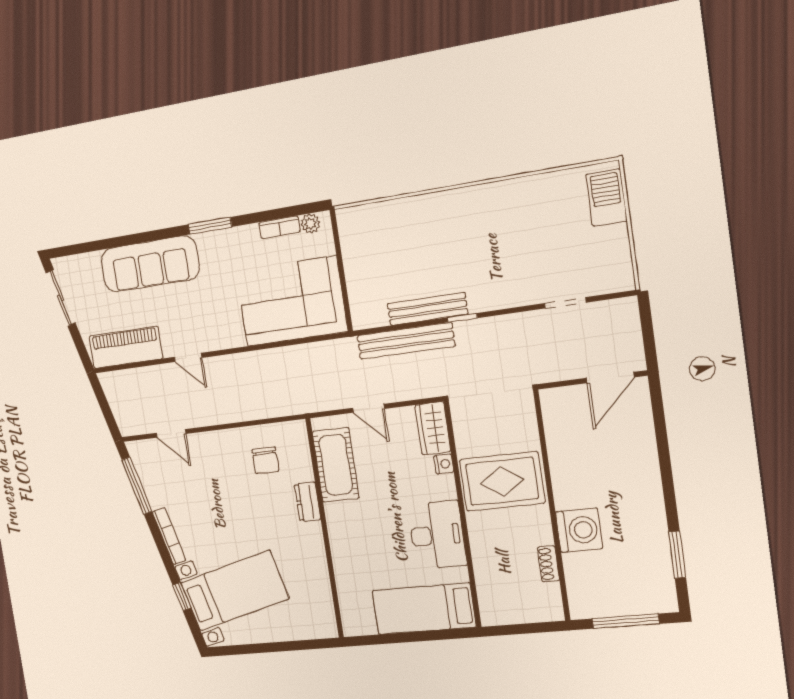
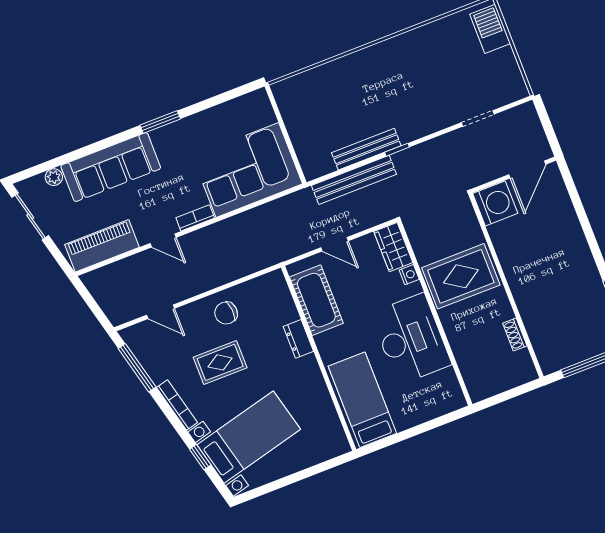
plant: (310, 223) -> (54, 177), moved
bookcase: (279, 227) -> (195, 218), moved, turned 180
chair: (265, 460) -> (226, 313), moved, turned 86
rug: (221, 504) -> (220, 362), added
washing machine: (579, 530) -> (495, 203), moved
desk: (437, 535) -> (411, 339), width x1.36, depth x1.30
bed: (424, 609) -> (362, 400), moved, turned 90

